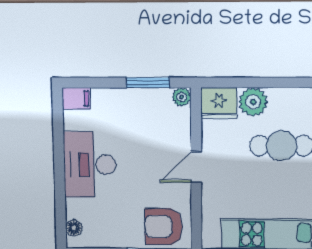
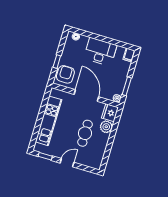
door: (196, 167) -> (86, 96), width x1.87

